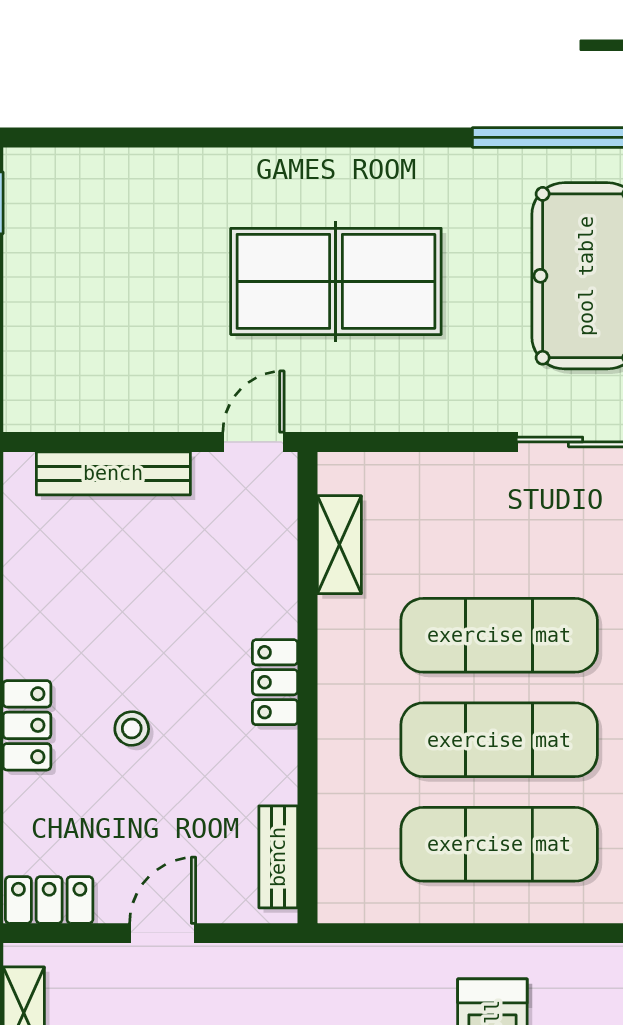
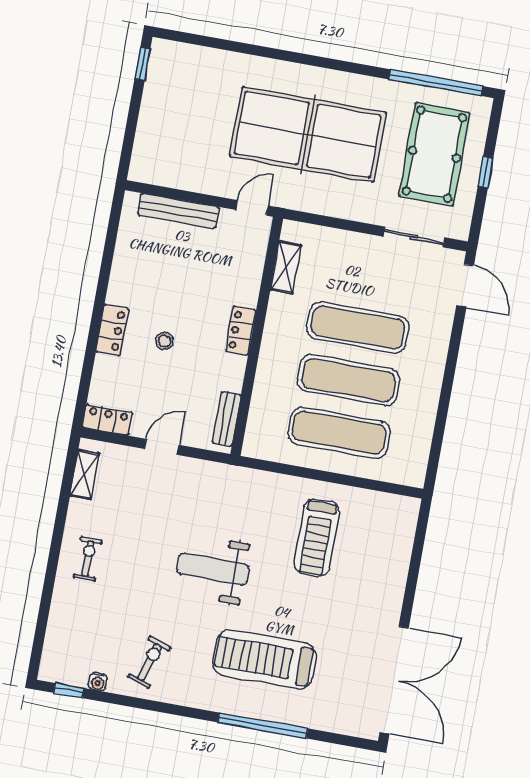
table tennis table: (336, 281) -> (308, 134), width x1.36, depth x1.32

